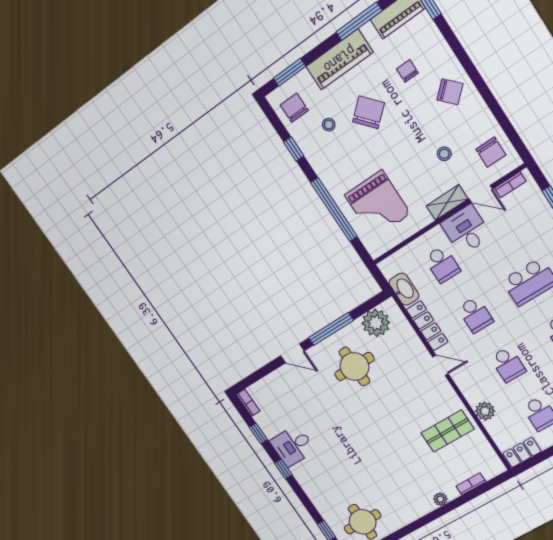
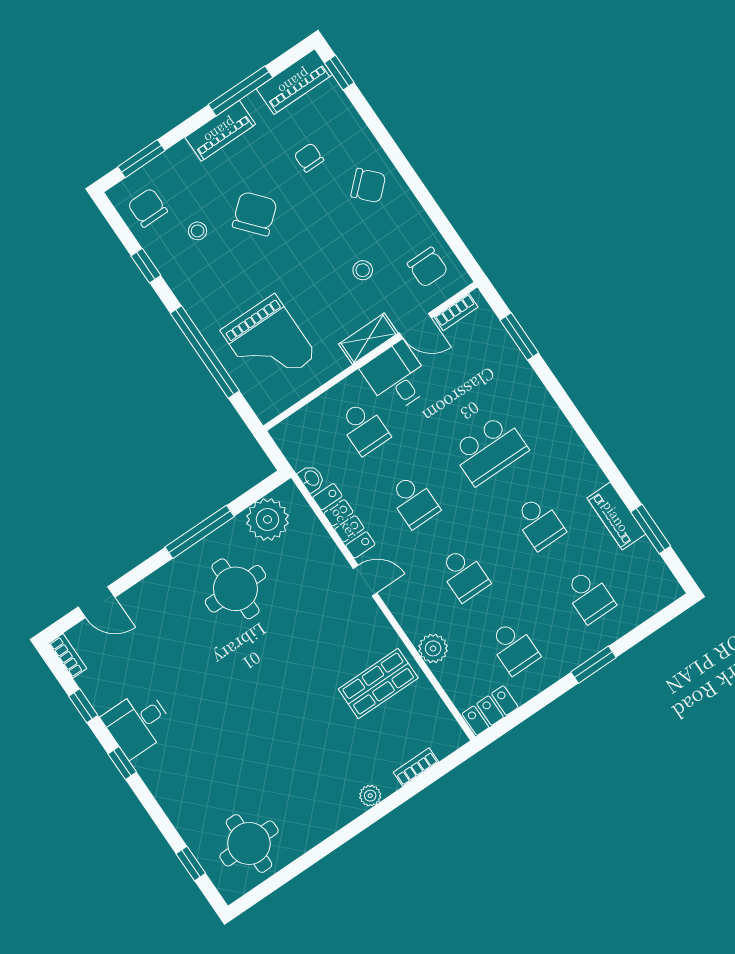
piano: (339, 59) -> (220, 131), width x0.73, depth x0.75
washbasin: (404, 289) -> (311, 478), width x0.52, depth x0.69
door: (292, 353) -> (97, 602), moved

